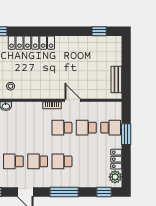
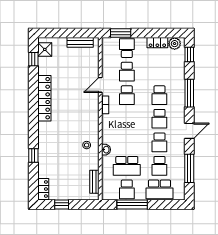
locker: (31, 43) -> (44, 98), moved
shower: (109, 43) -> (45, 49), added
window: (126, 134) -> (121, 33), moved

